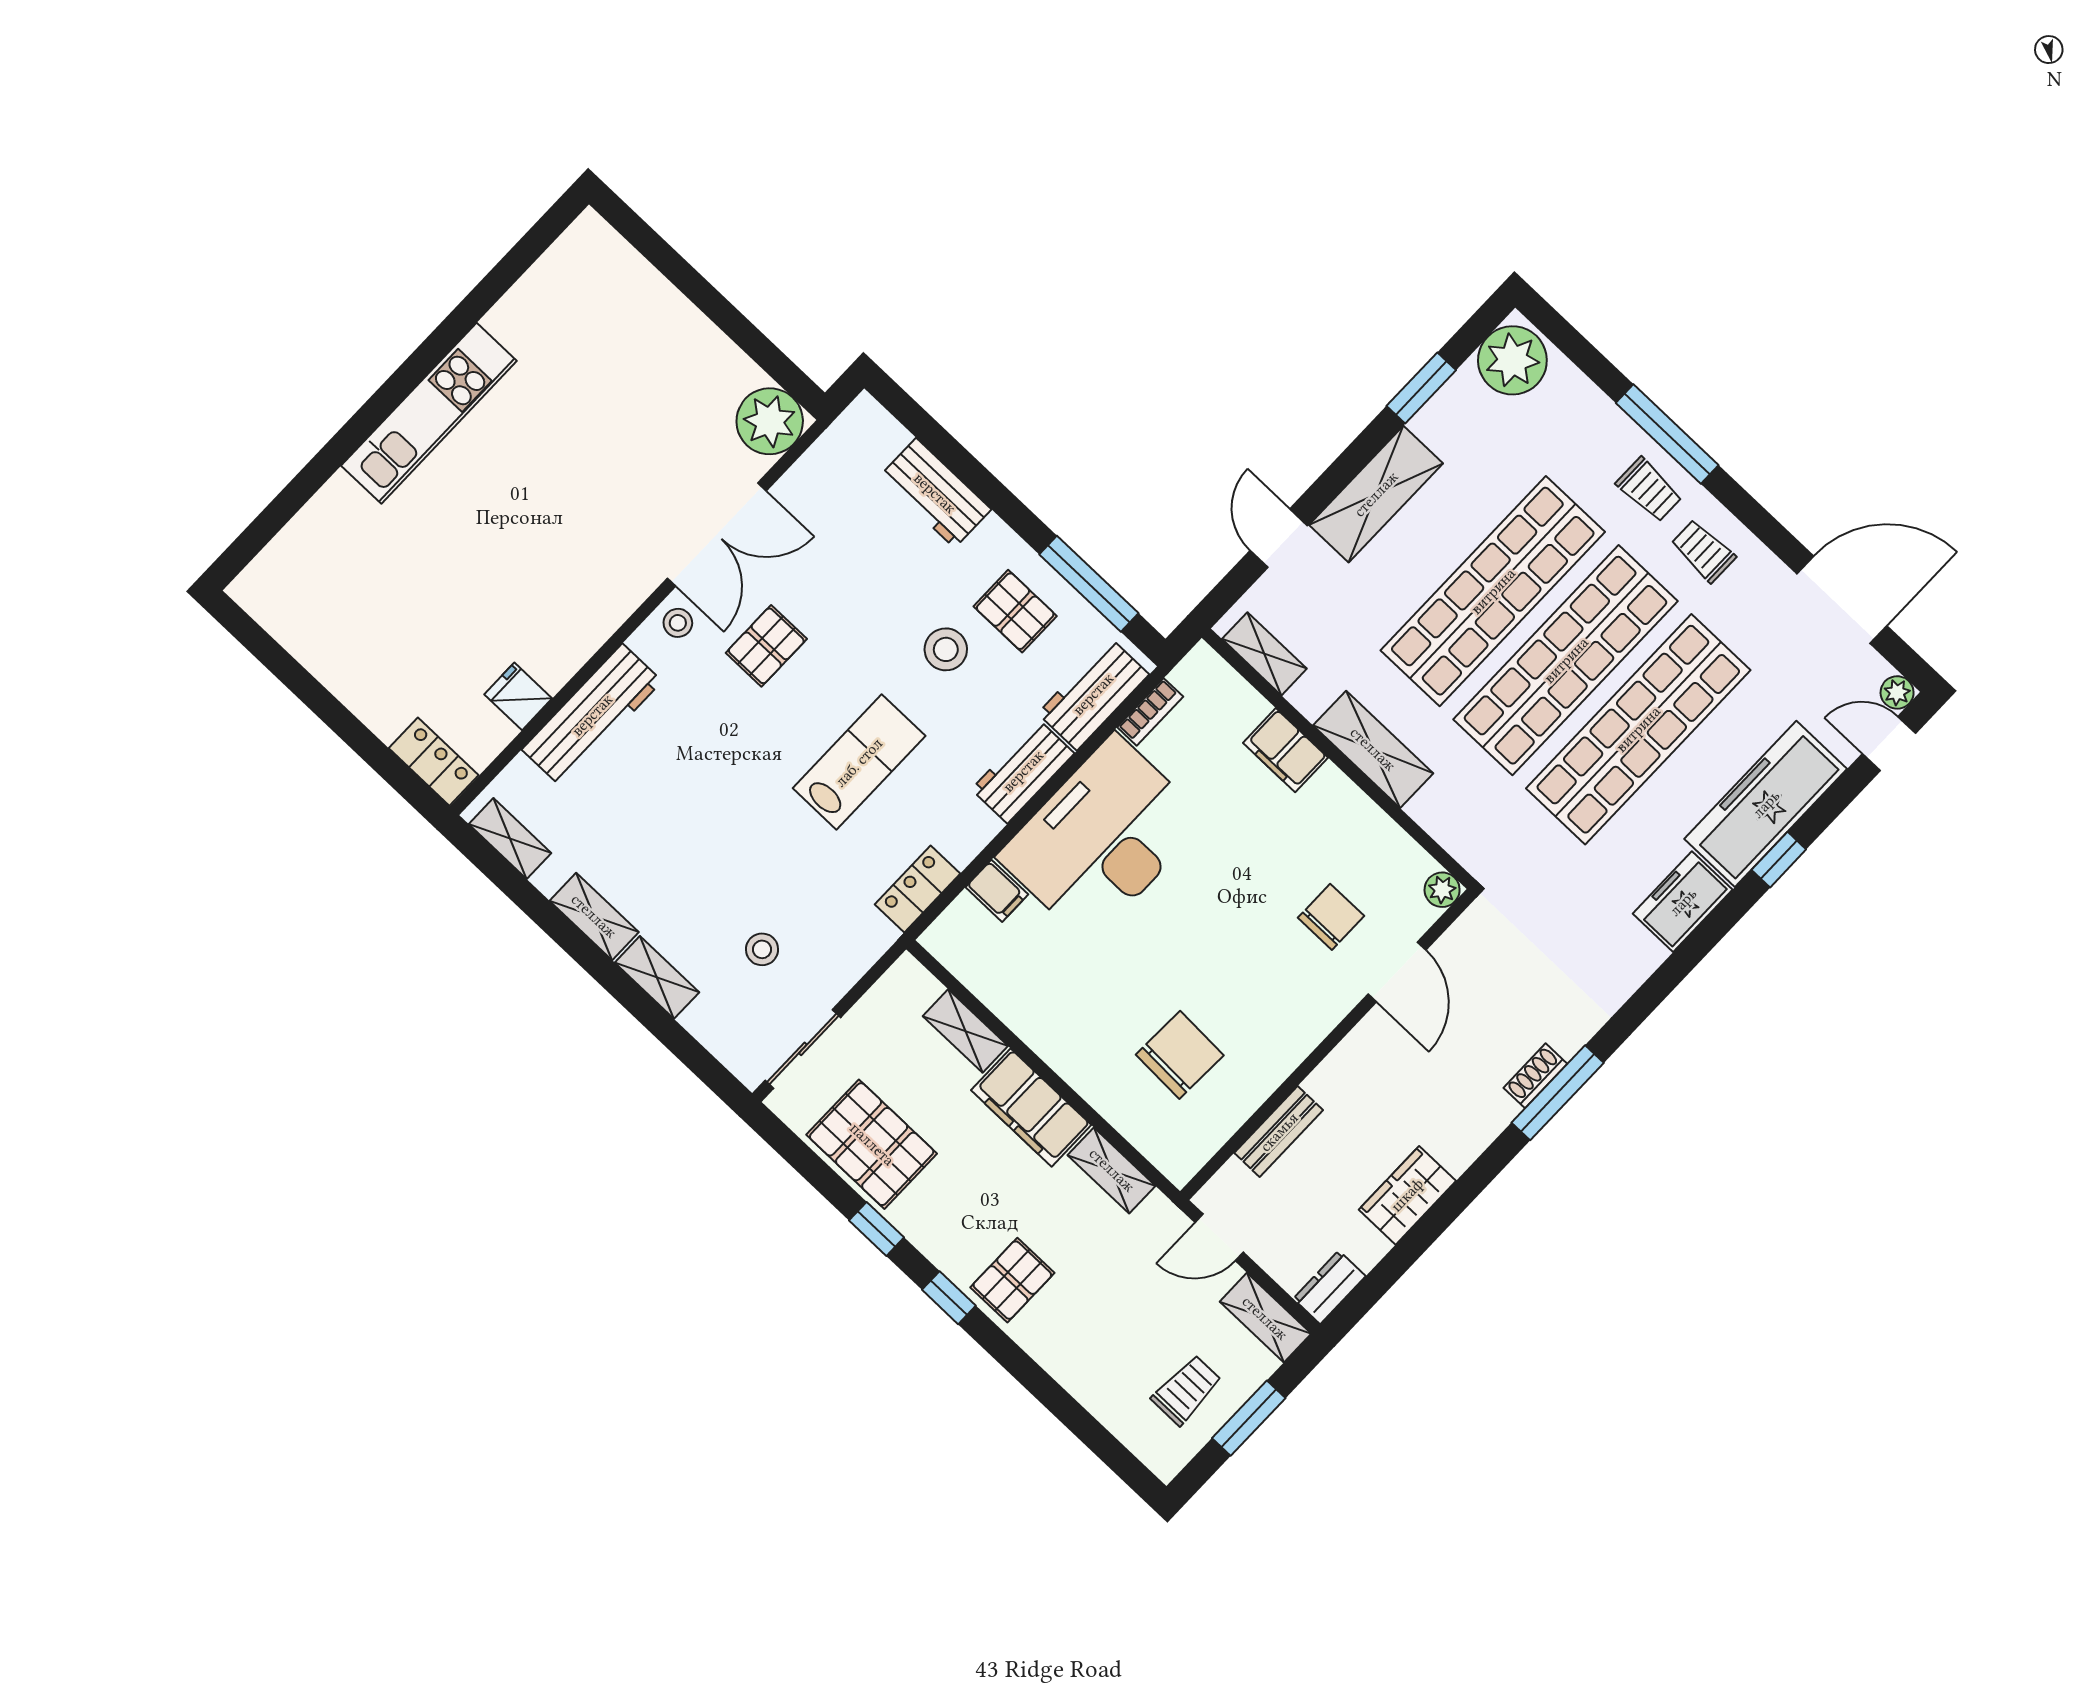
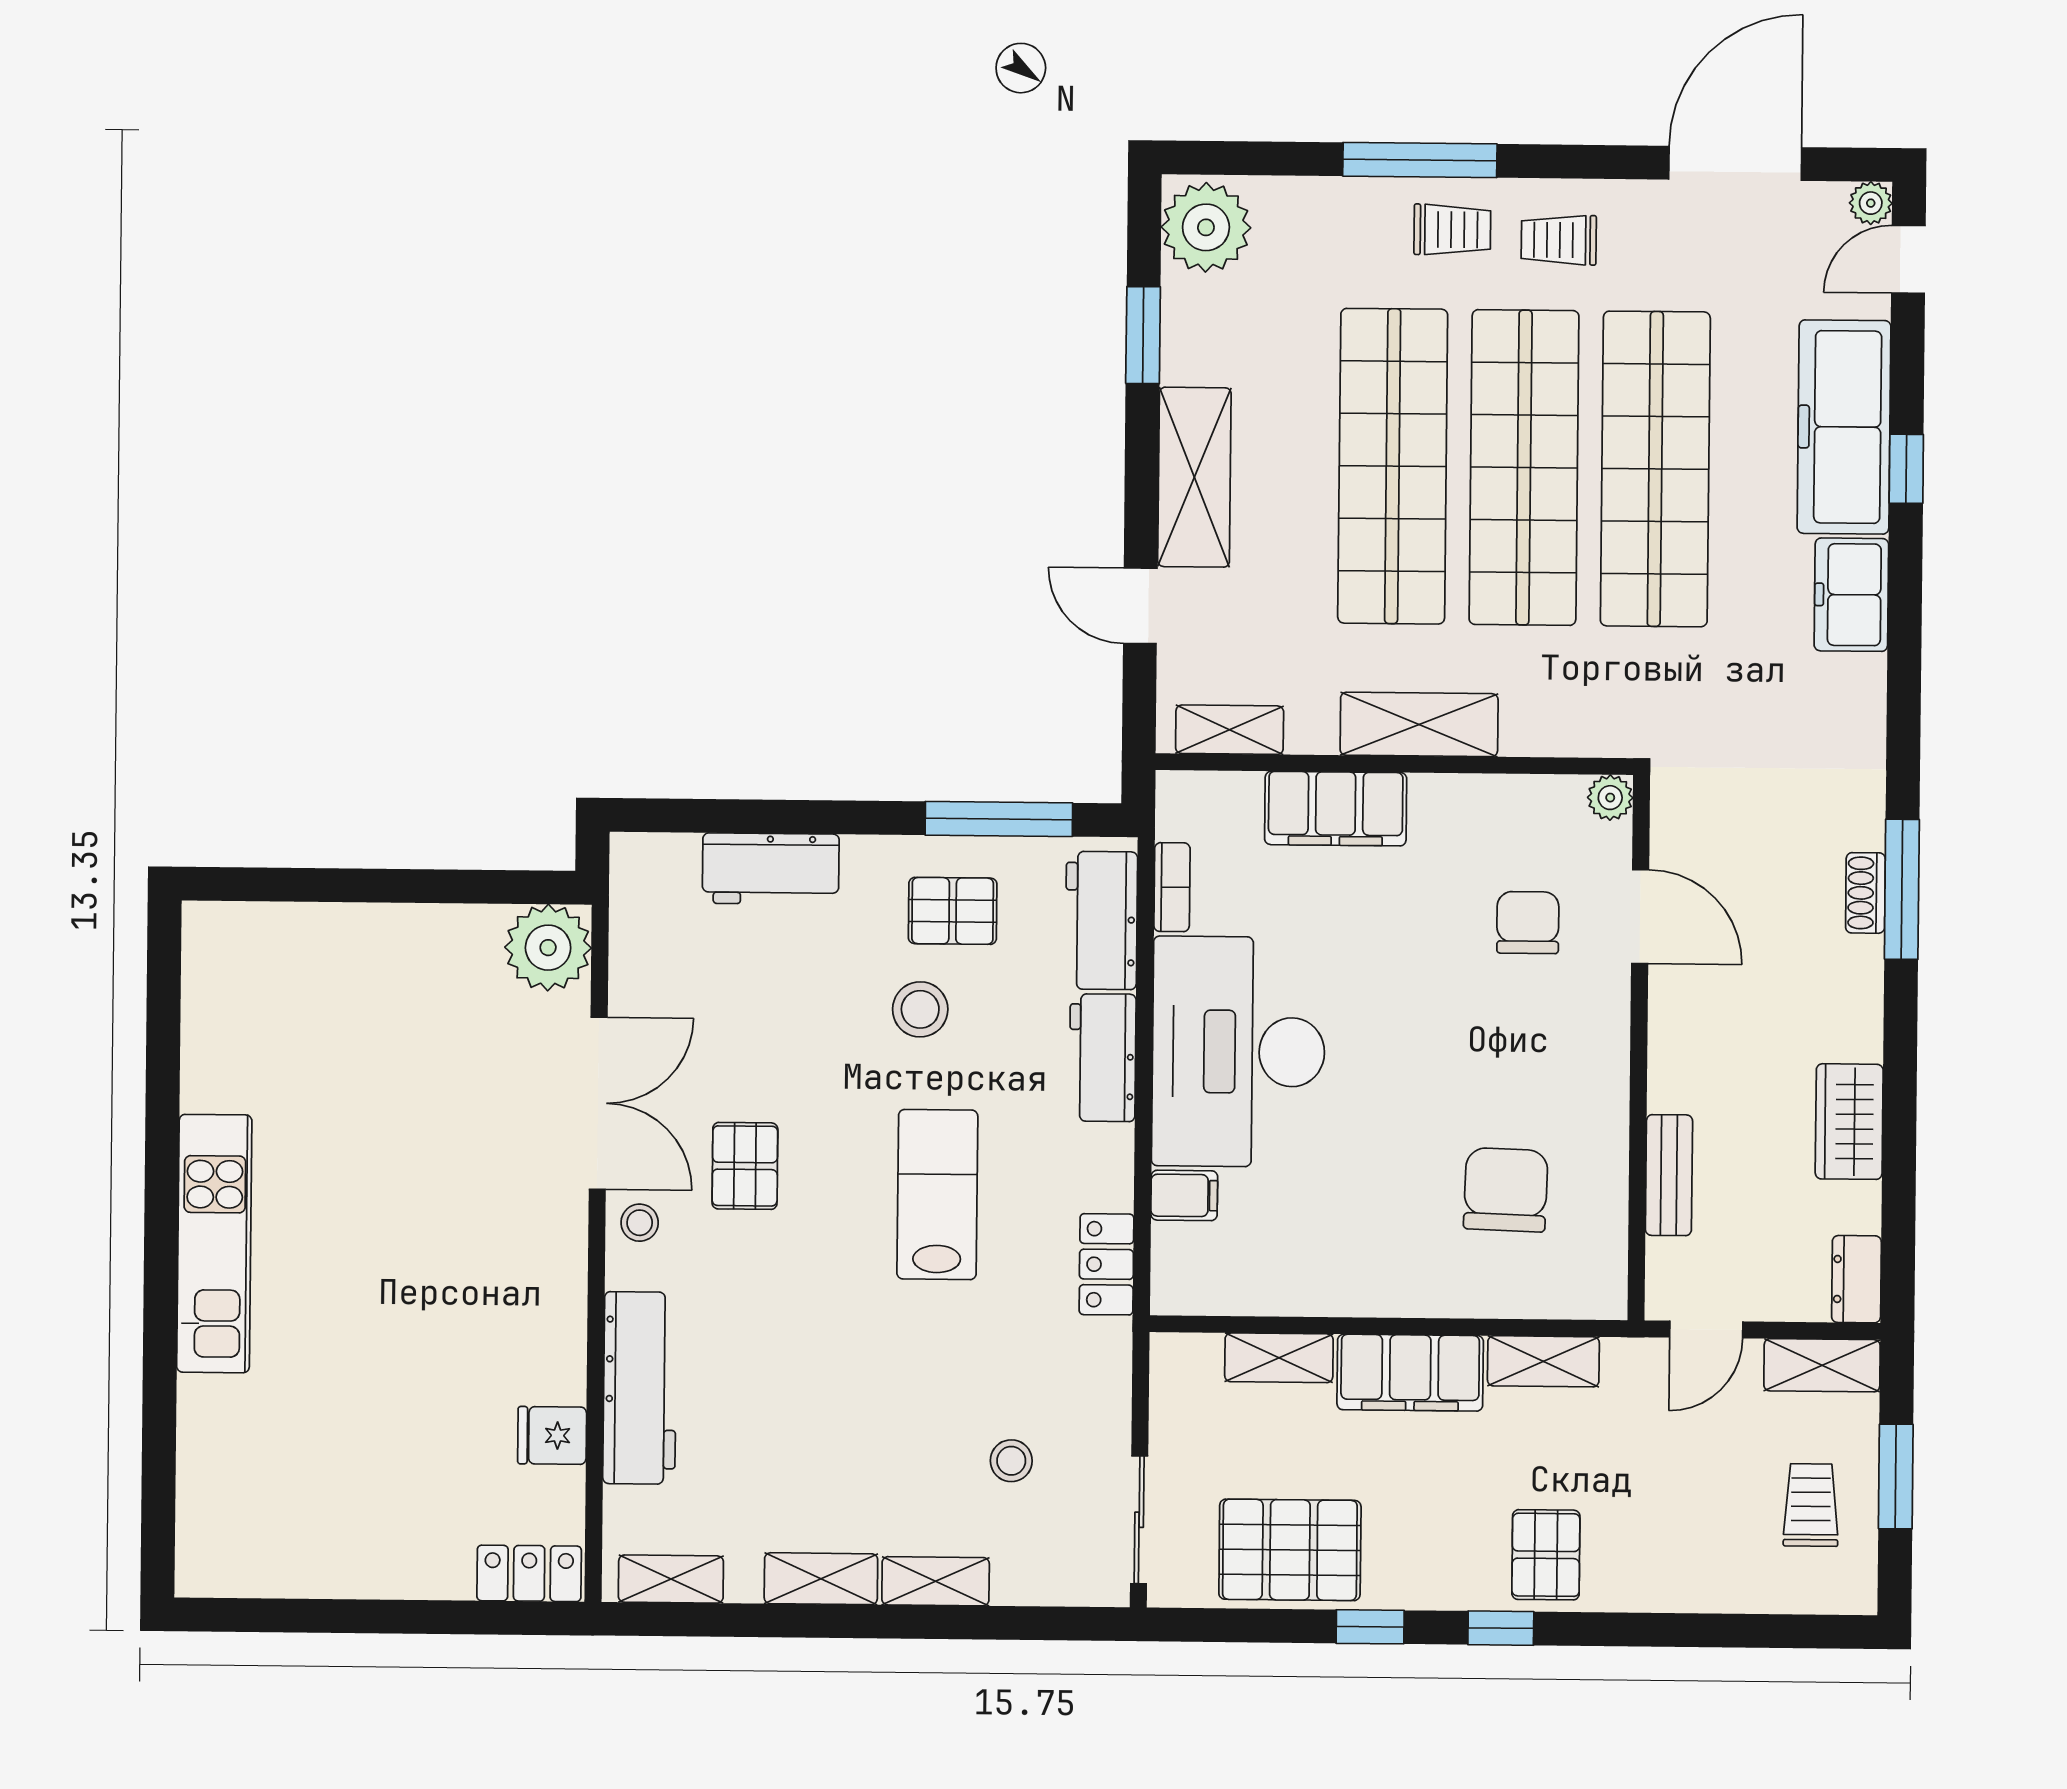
filing cabinet: (1285, 750) -> (1336, 809), width x1.50, depth x1.17

